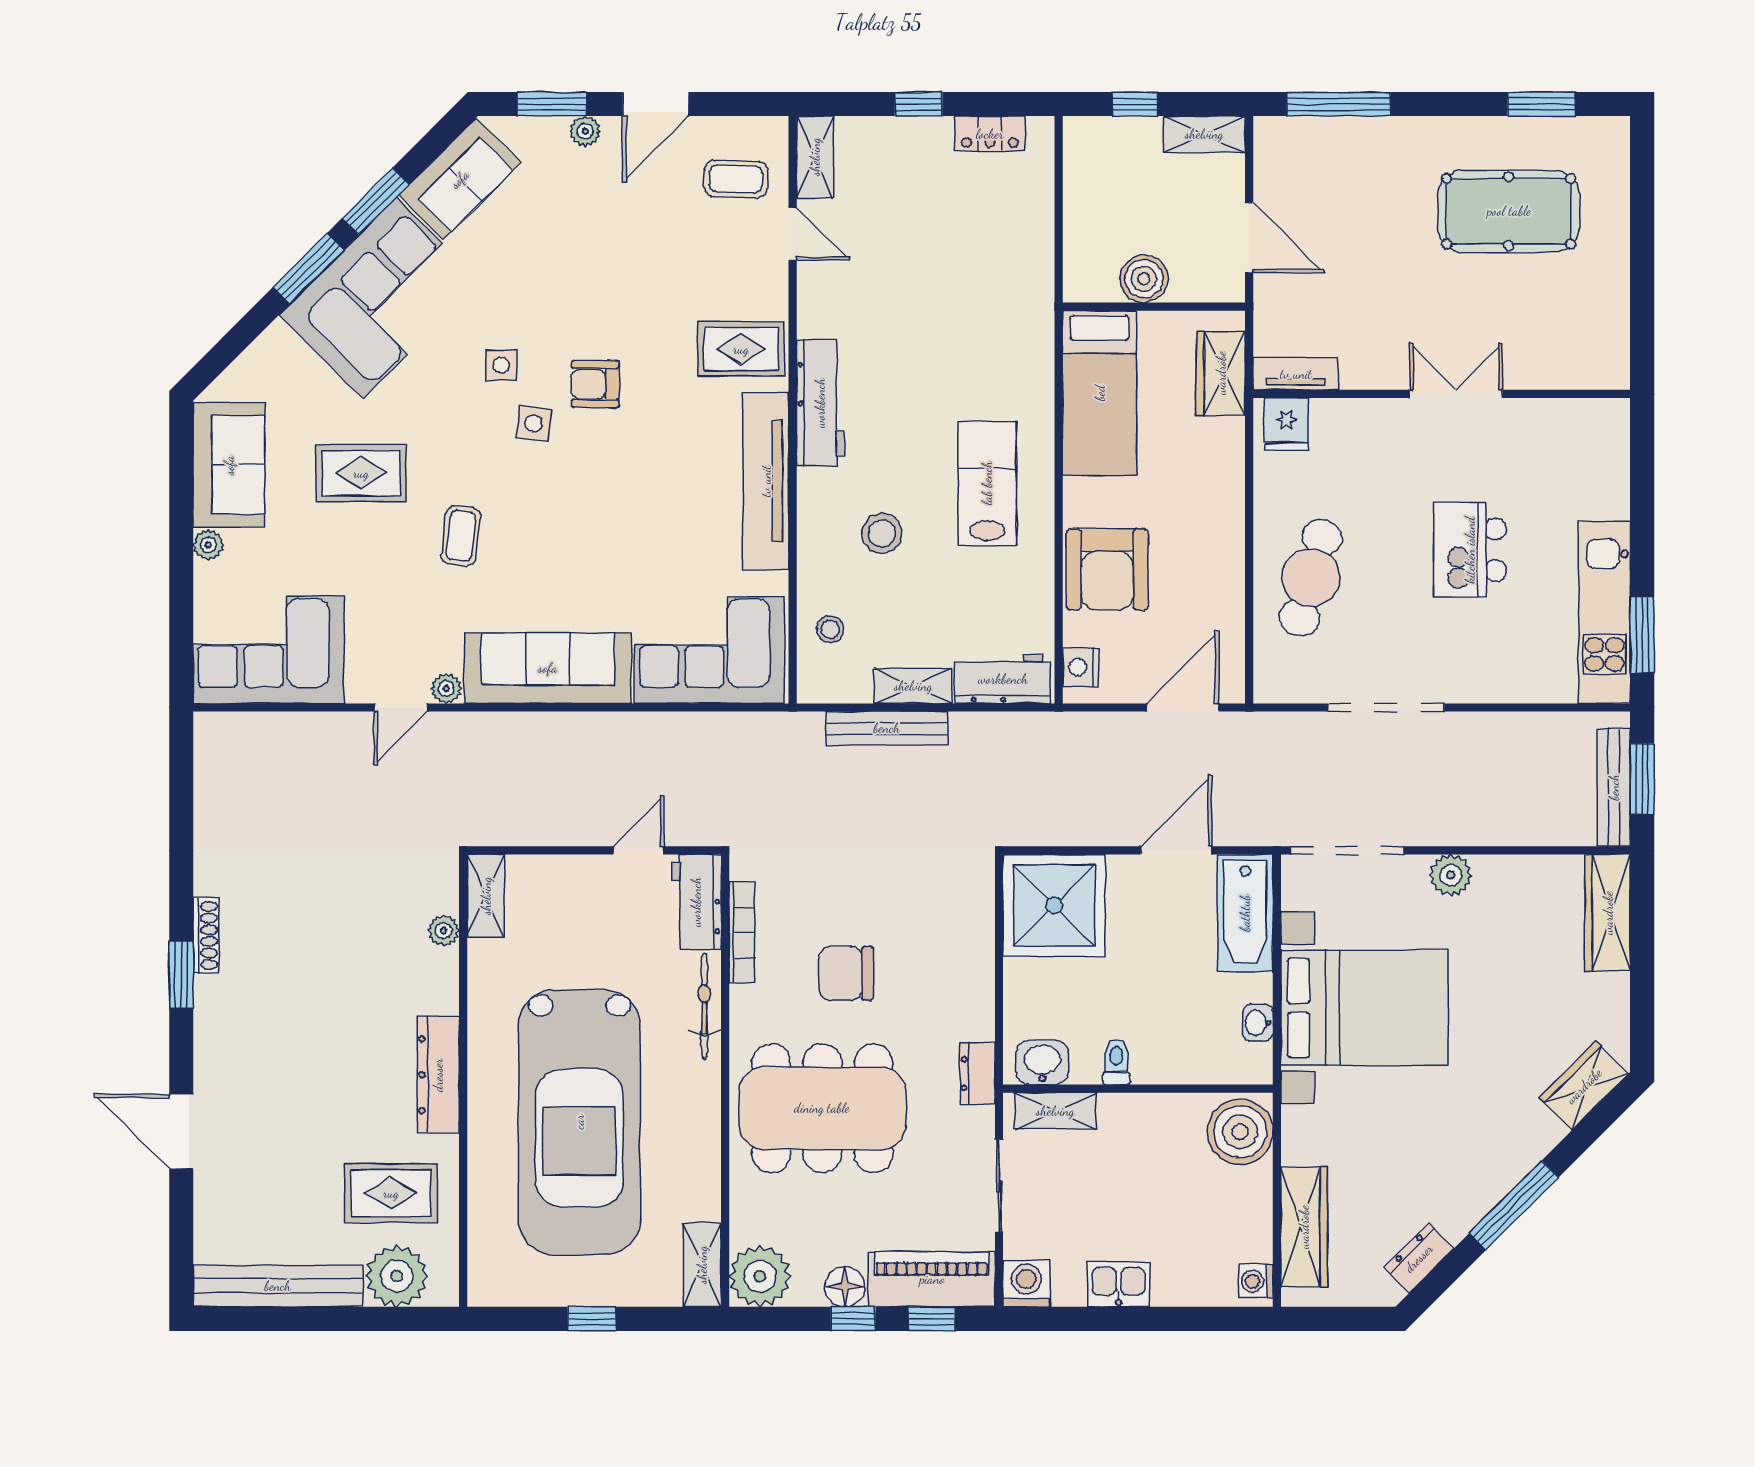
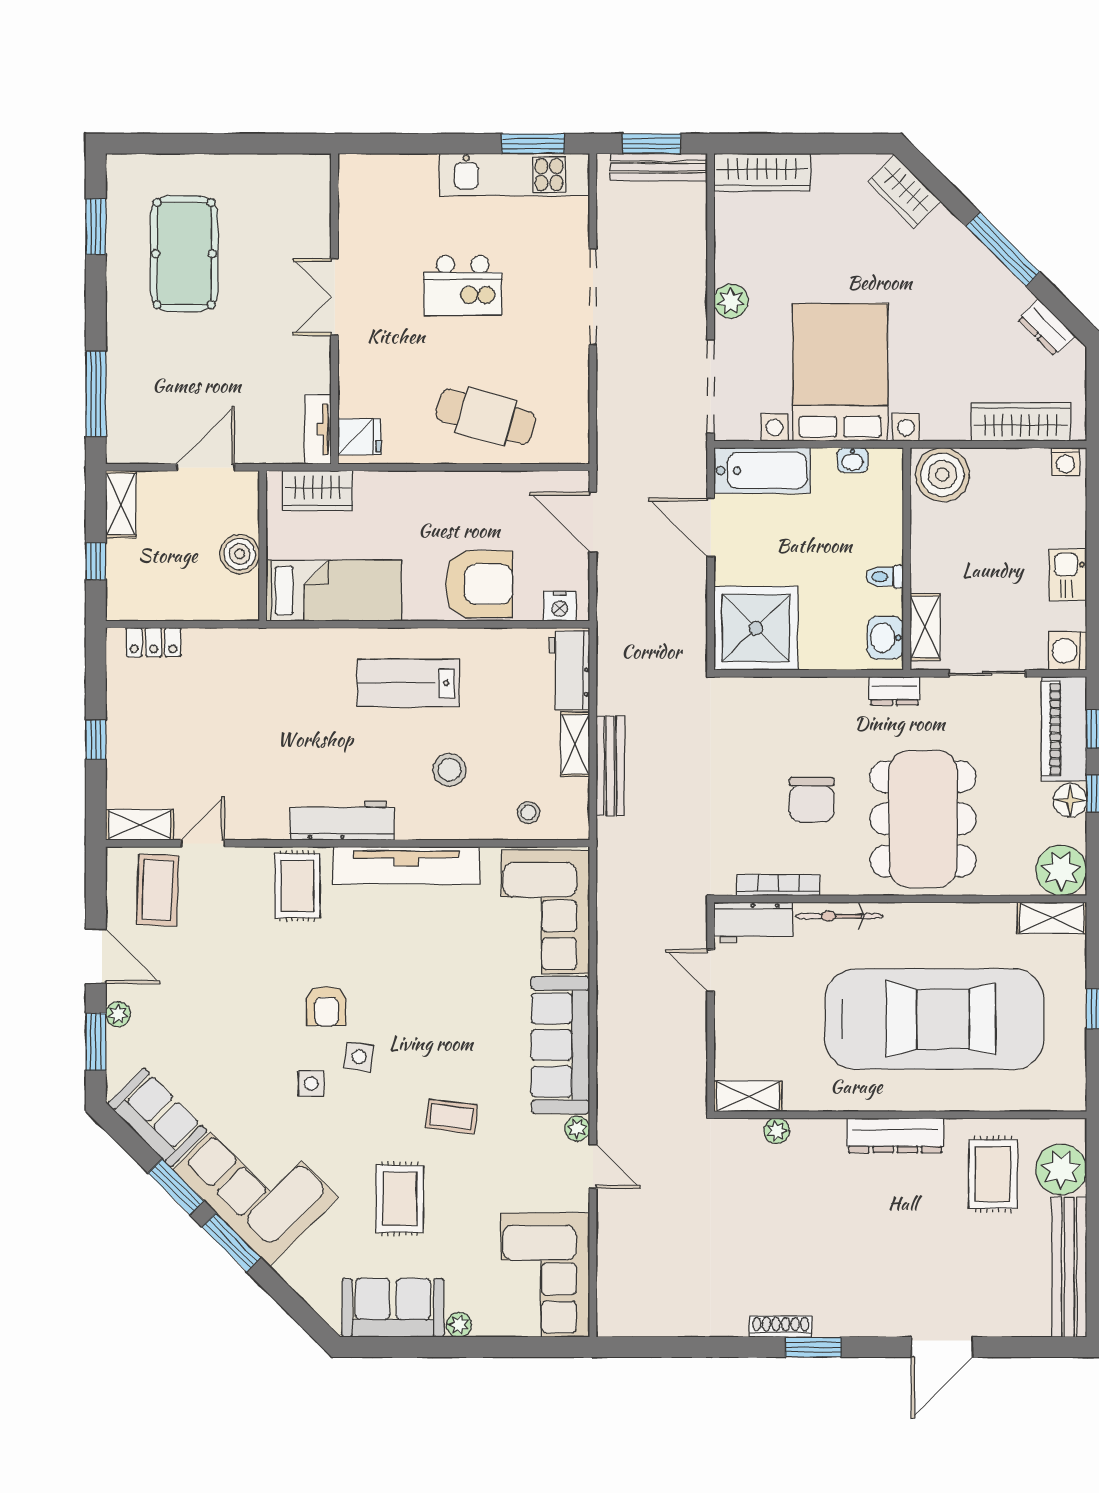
locker: (990, 134) -> (154, 642), moved, turned 90
coffee table: (736, 179) -> (157, 890), width x1.36, depth x1.30
doorway: (1386, 707) -> (593, 297), moved

